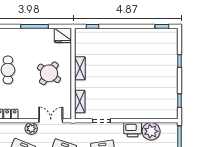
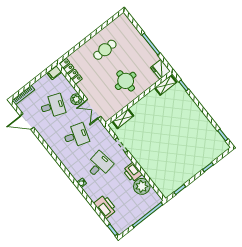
shelving: (80, 68) -> (166, 85), moved
round table: (49, 73) -> (126, 81), turned -36
double door: (51, 121) -> (93, 109), swing flipped

